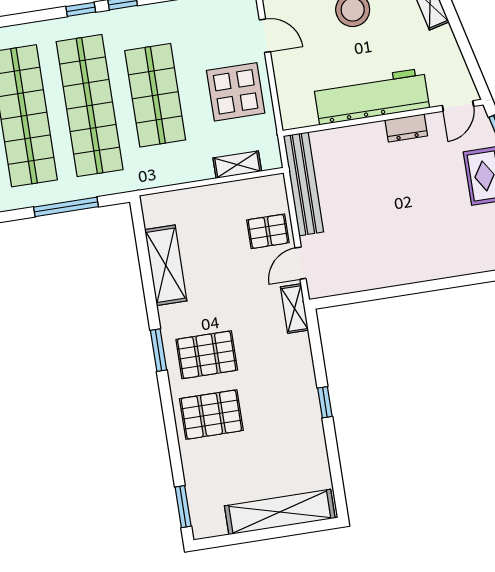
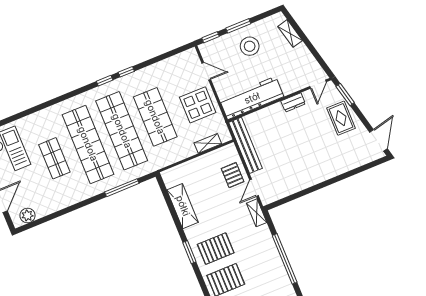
workbench: (371, 97) -> (252, 98), moved
pallet: (268, 231) -> (233, 175), turned 90
window: (325, 402) -> (285, 259), width x3.17

